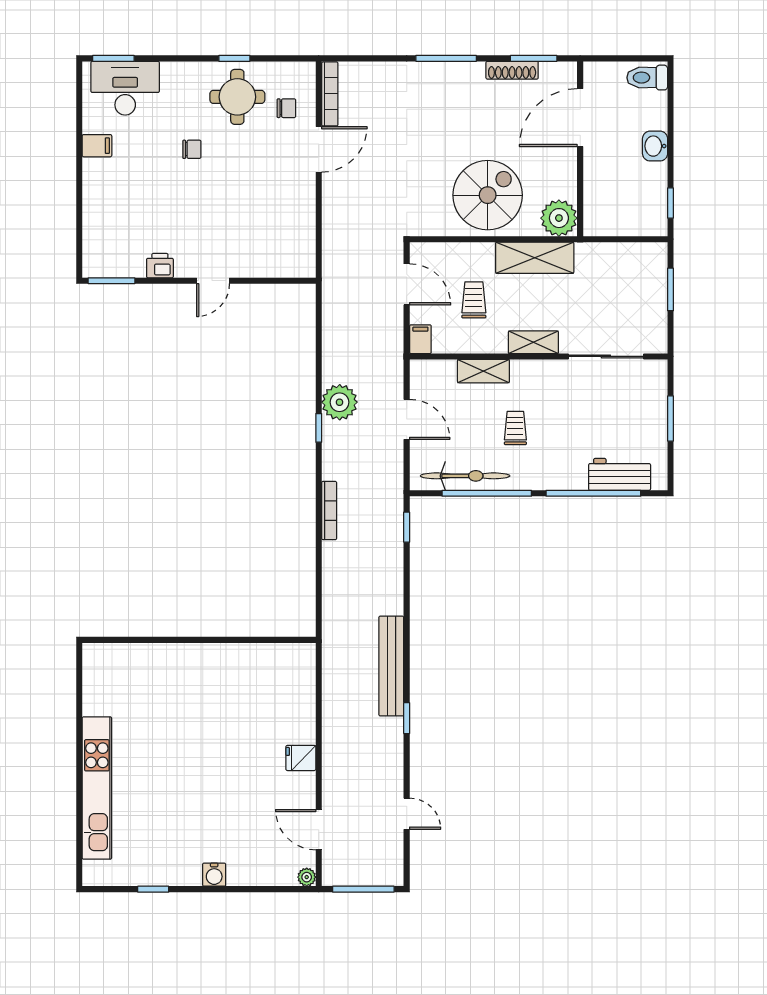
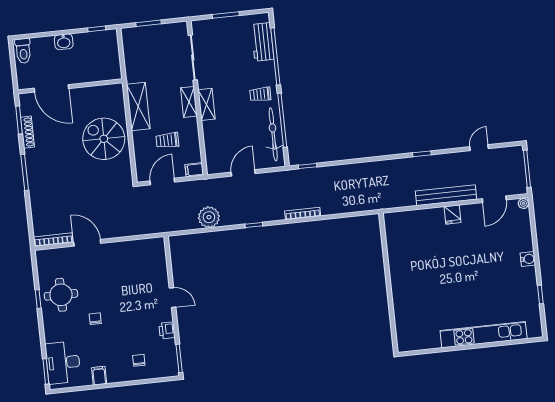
chair: (286, 108) -> (139, 360), moved
plant: (559, 218) -> (113, 95), removed
shelving: (483, 371) -> (207, 104), moved
plant: (340, 402) -> (209, 217), moved
trolley: (515, 428) -> (260, 94), moved
bench: (391, 666) -> (446, 195), moved

